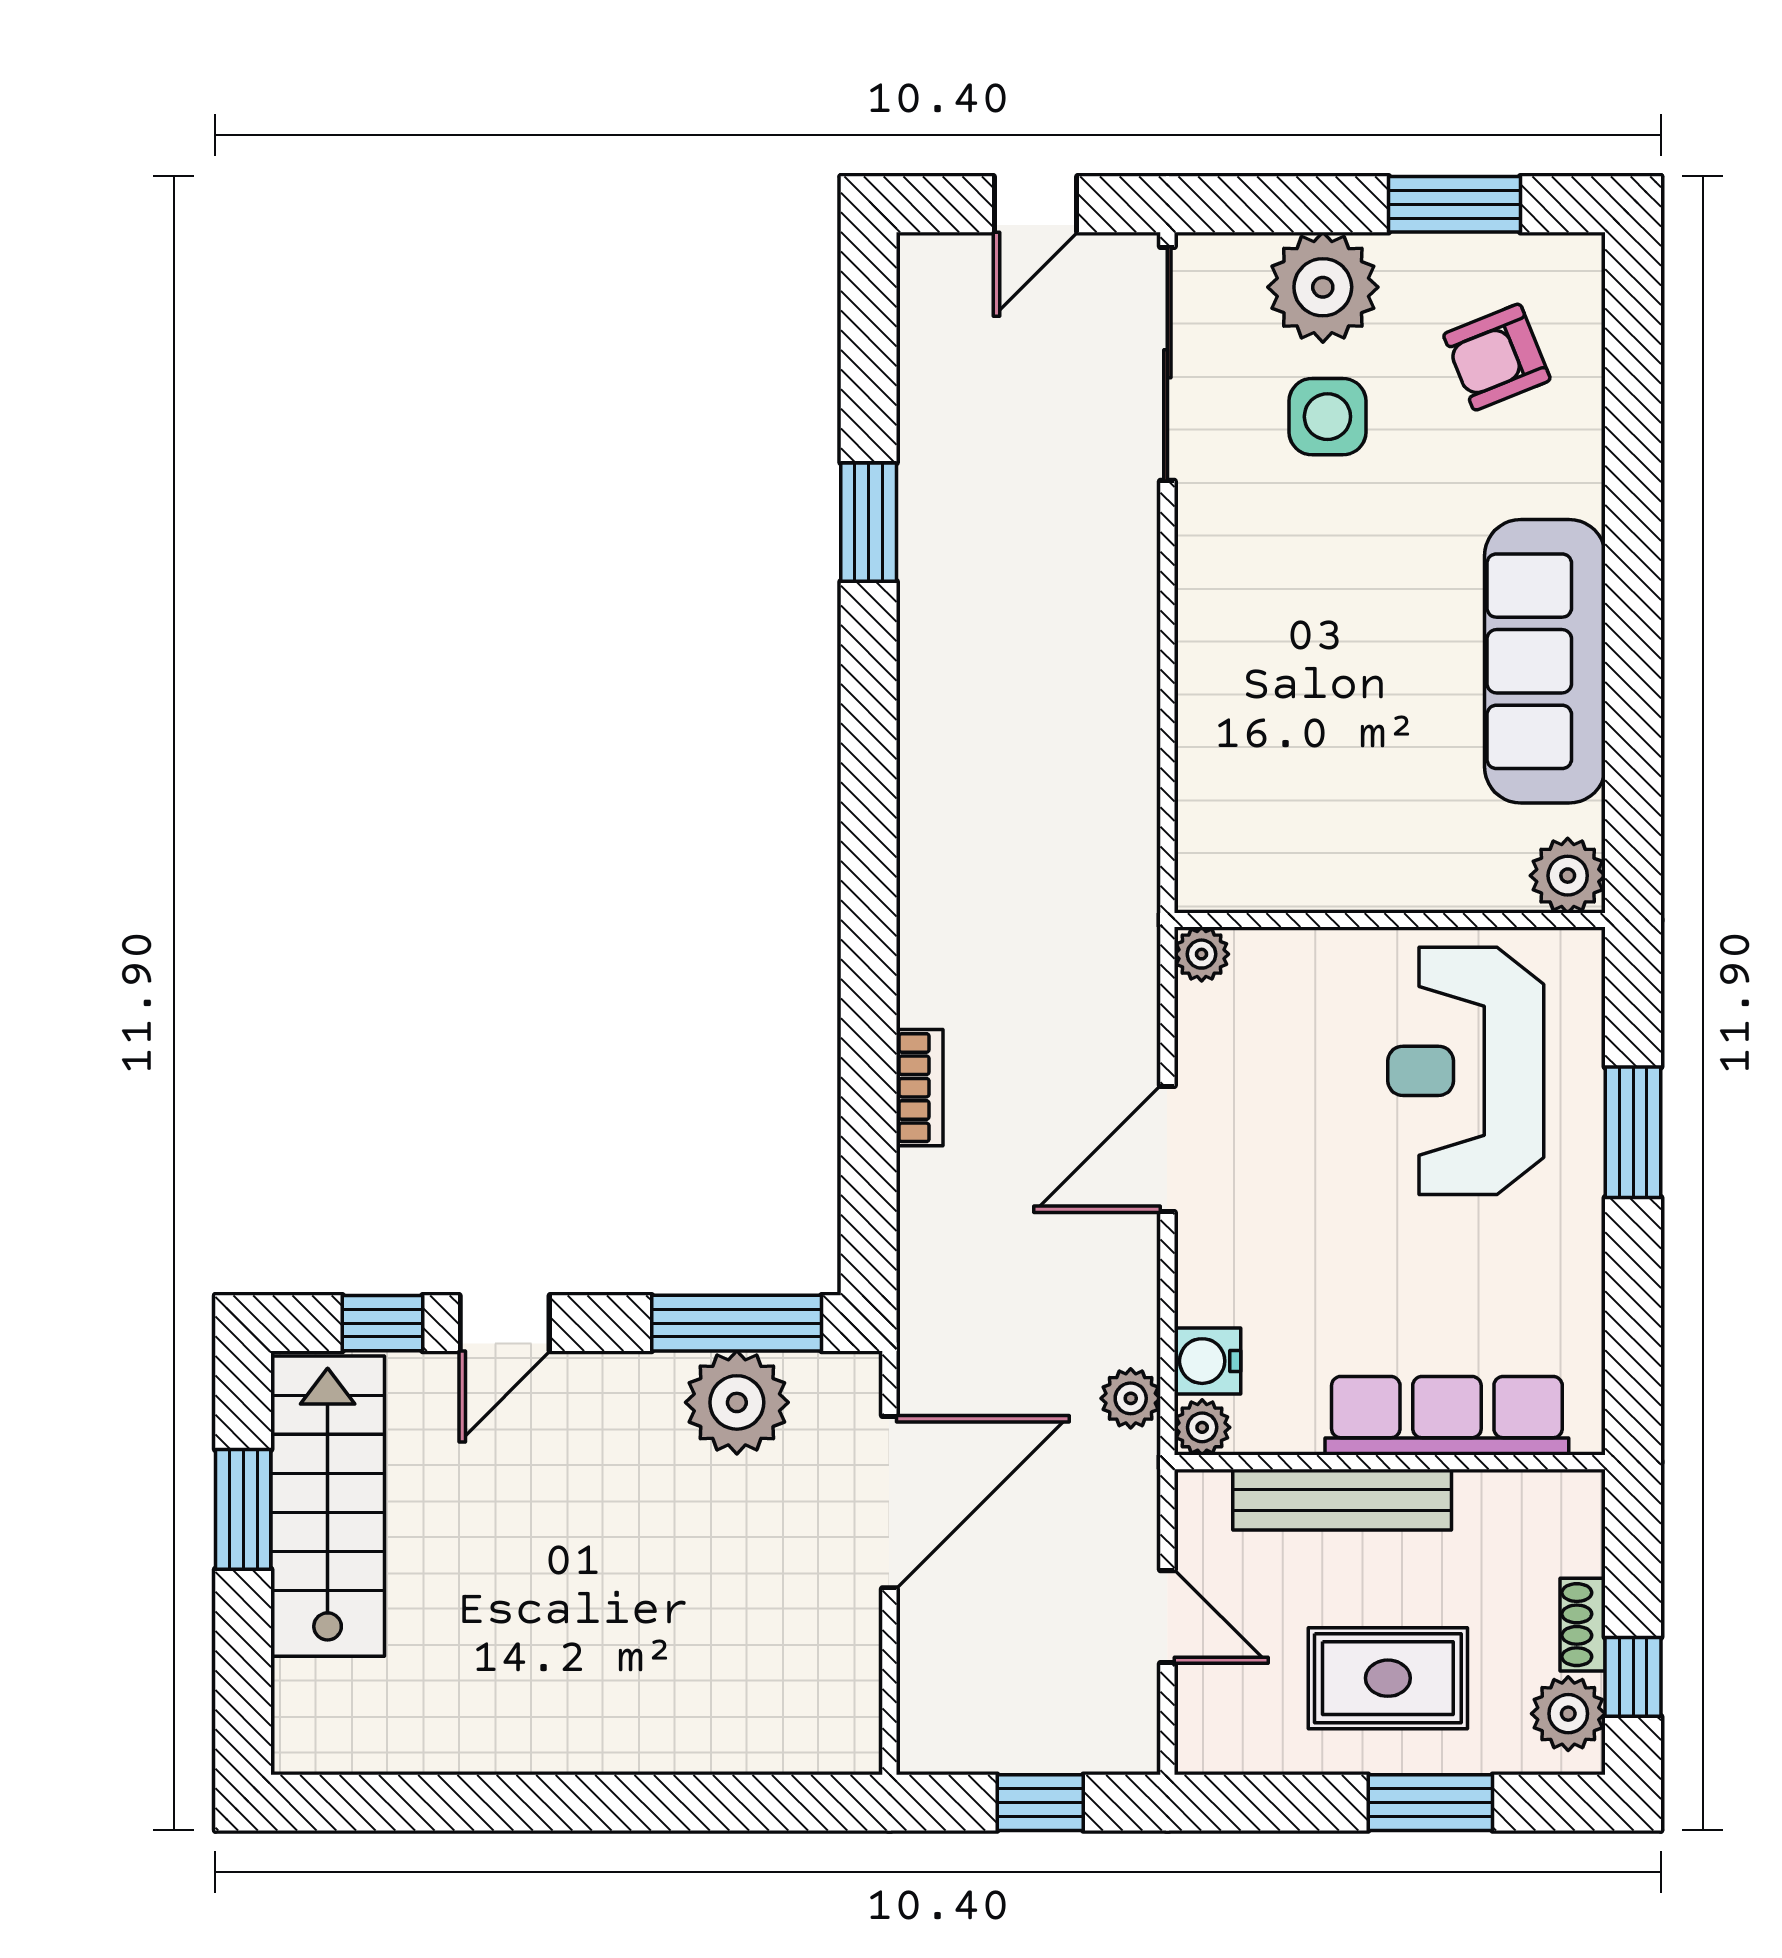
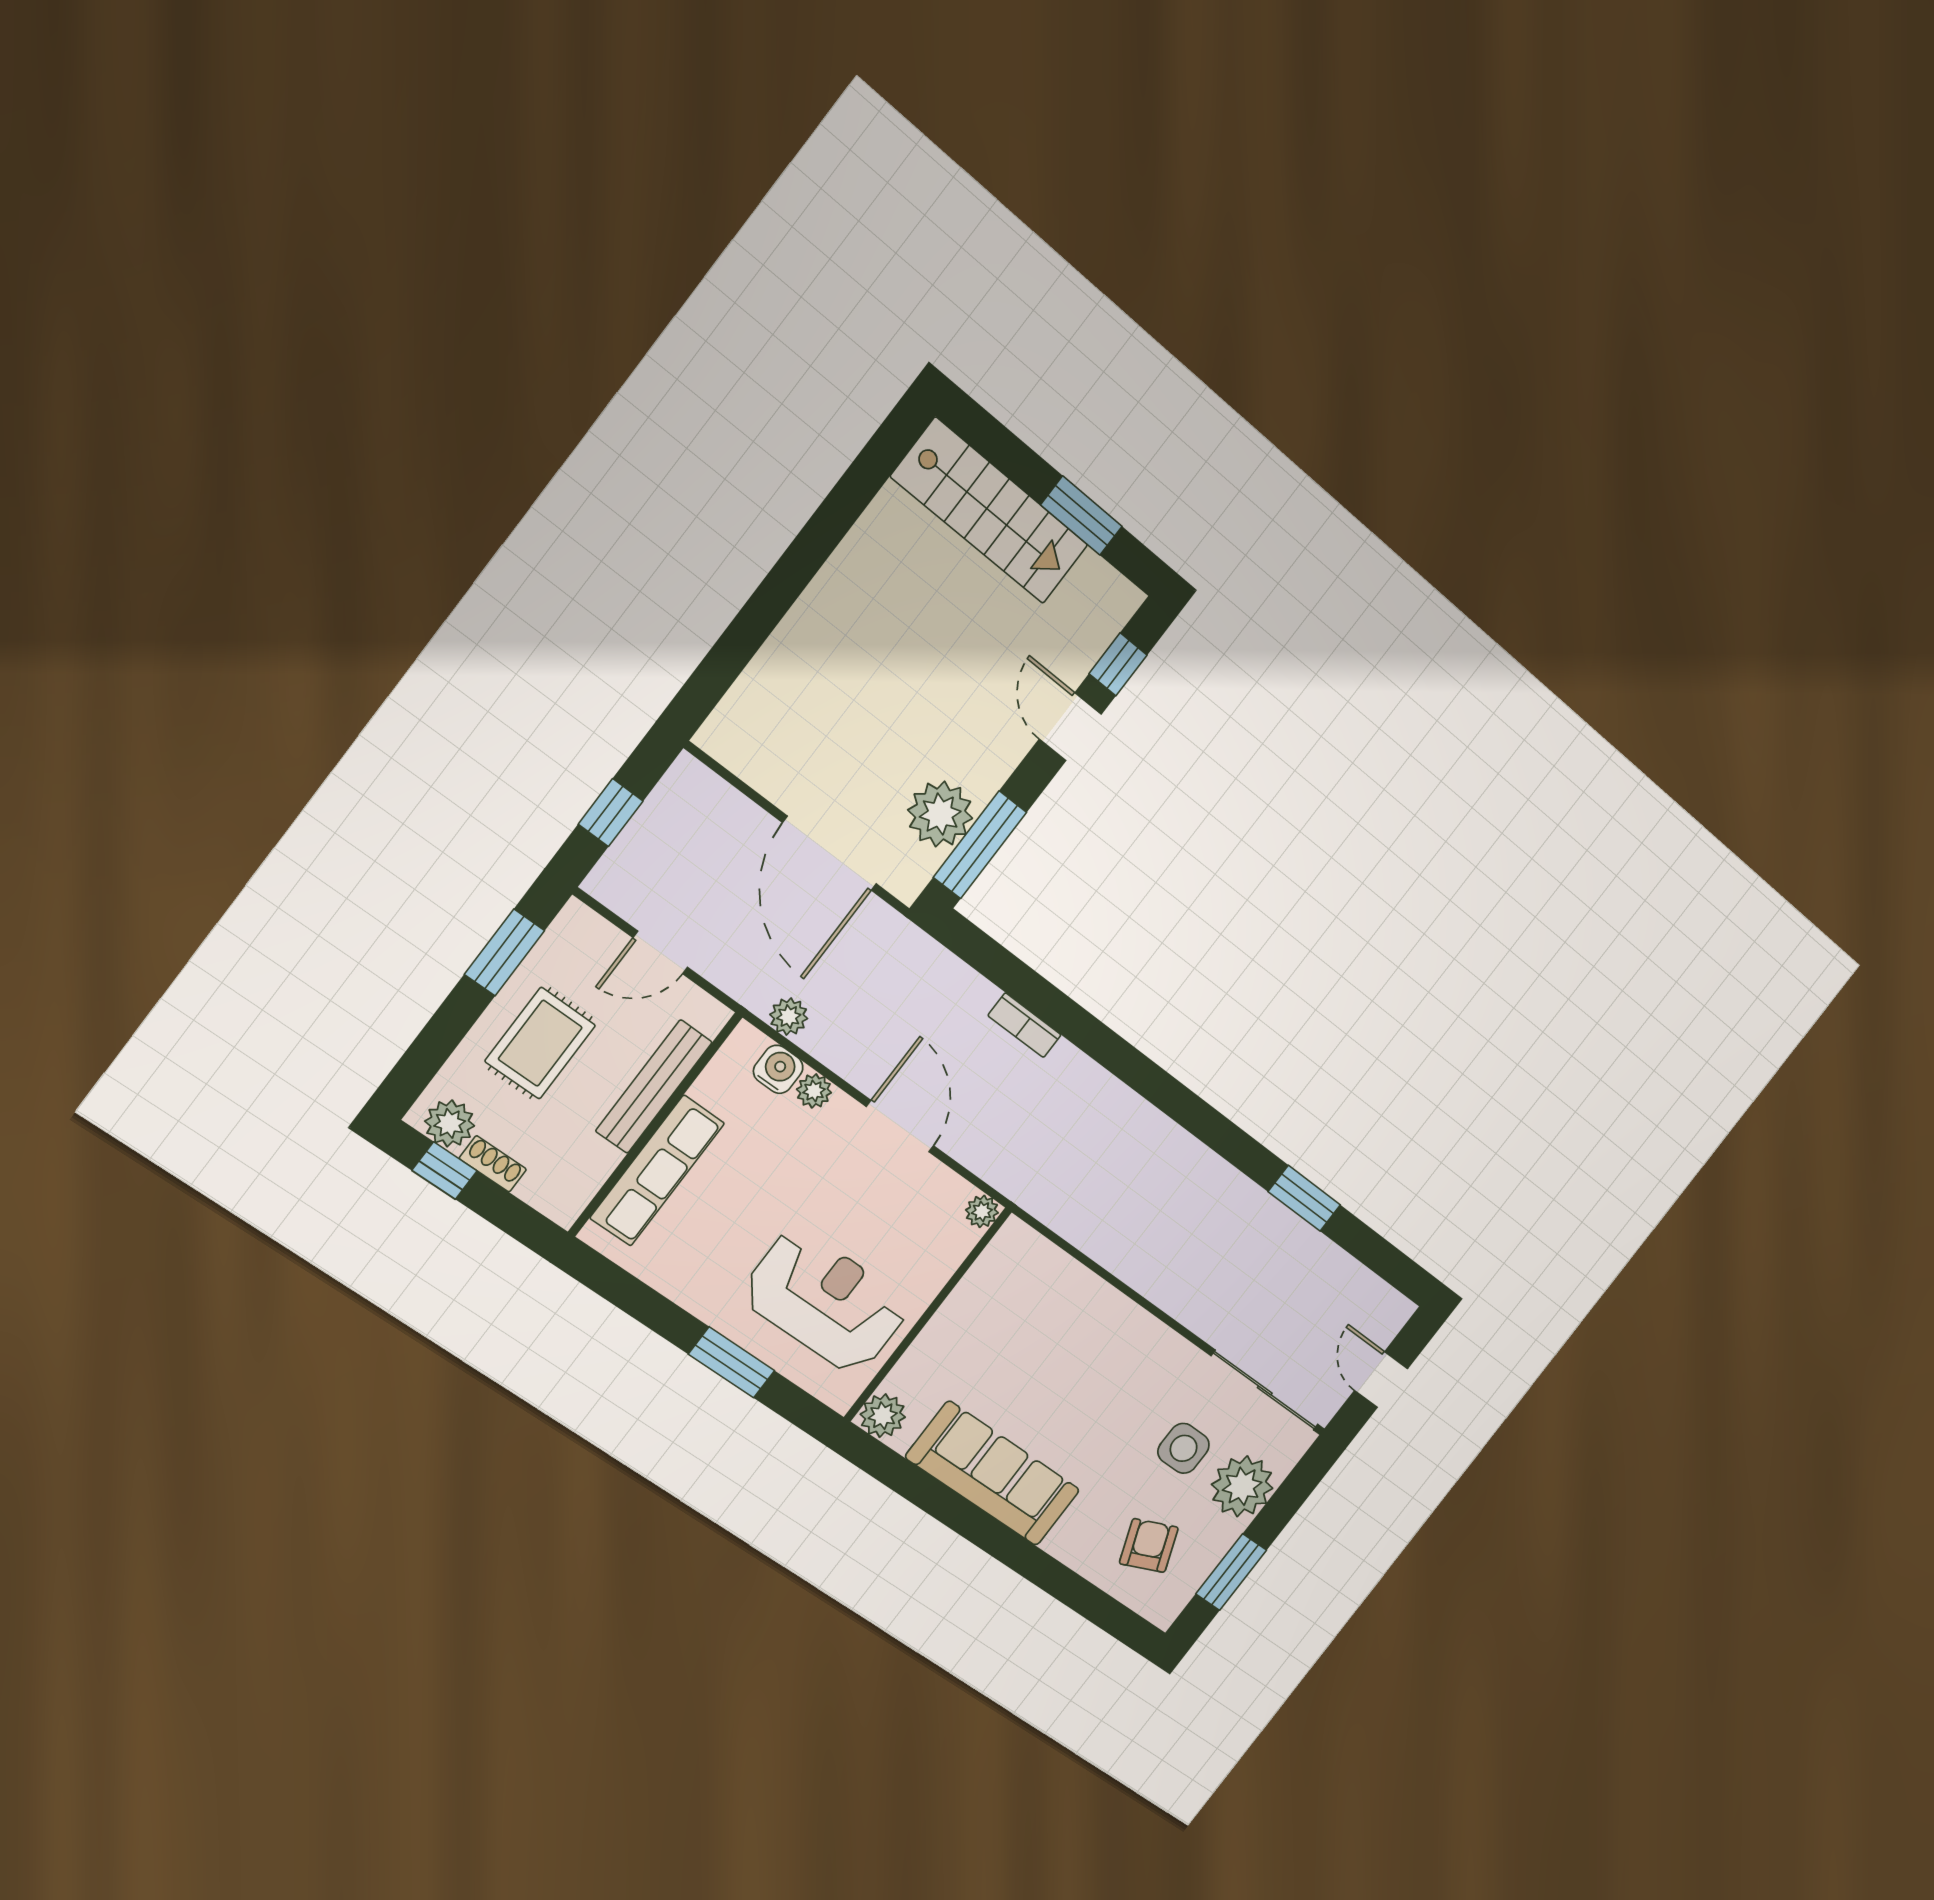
plant: (1202, 1427) -> (814, 1091), moved
stairs: (328, 1506) -> (990, 511), moved
window: (1430, 1803) -> (504, 952), moved

